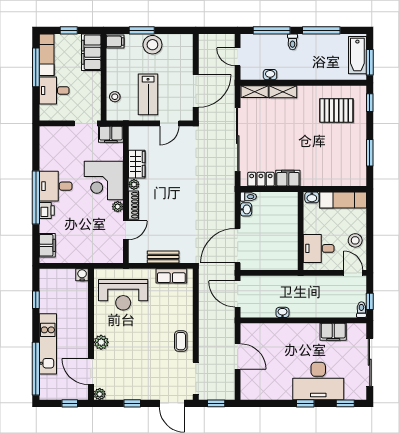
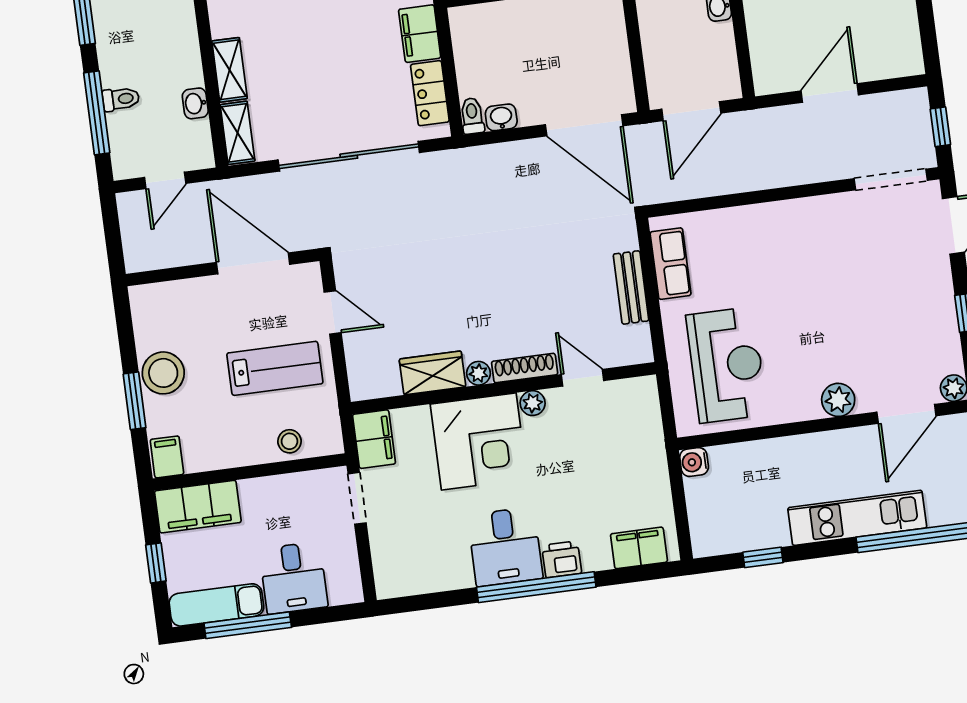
toilet: (293, 42) -> (121, 99), moved
coffee table: (181, 341) -> (812, 224), removed

